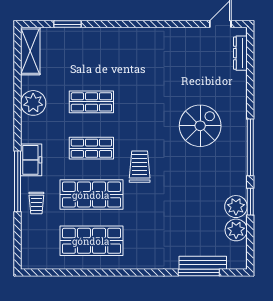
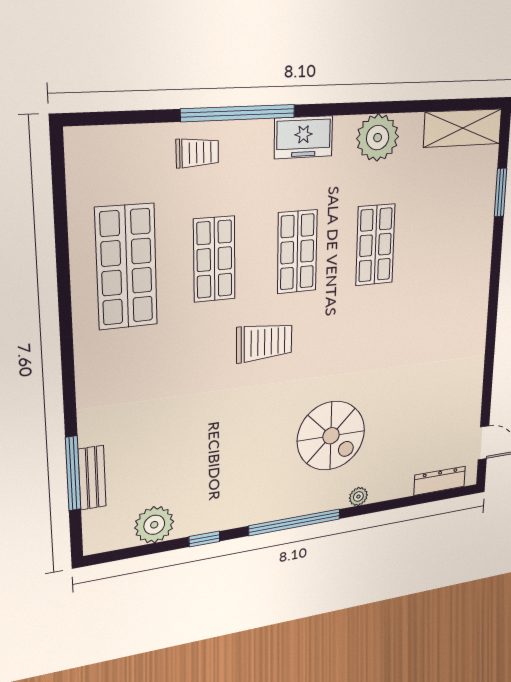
freezer: (31, 160) -> (304, 137), moved
shop shelf: (91, 195) -> (214, 259), width x0.70, depth x0.74
window: (250, 202) -> (204, 539), width x0.67
trolley: (36, 203) -> (197, 153), turned 180
plant: (236, 207) -> (358, 497), moved, width x0.53, depth x0.53
bench: (203, 263) -> (92, 478), width x0.73

